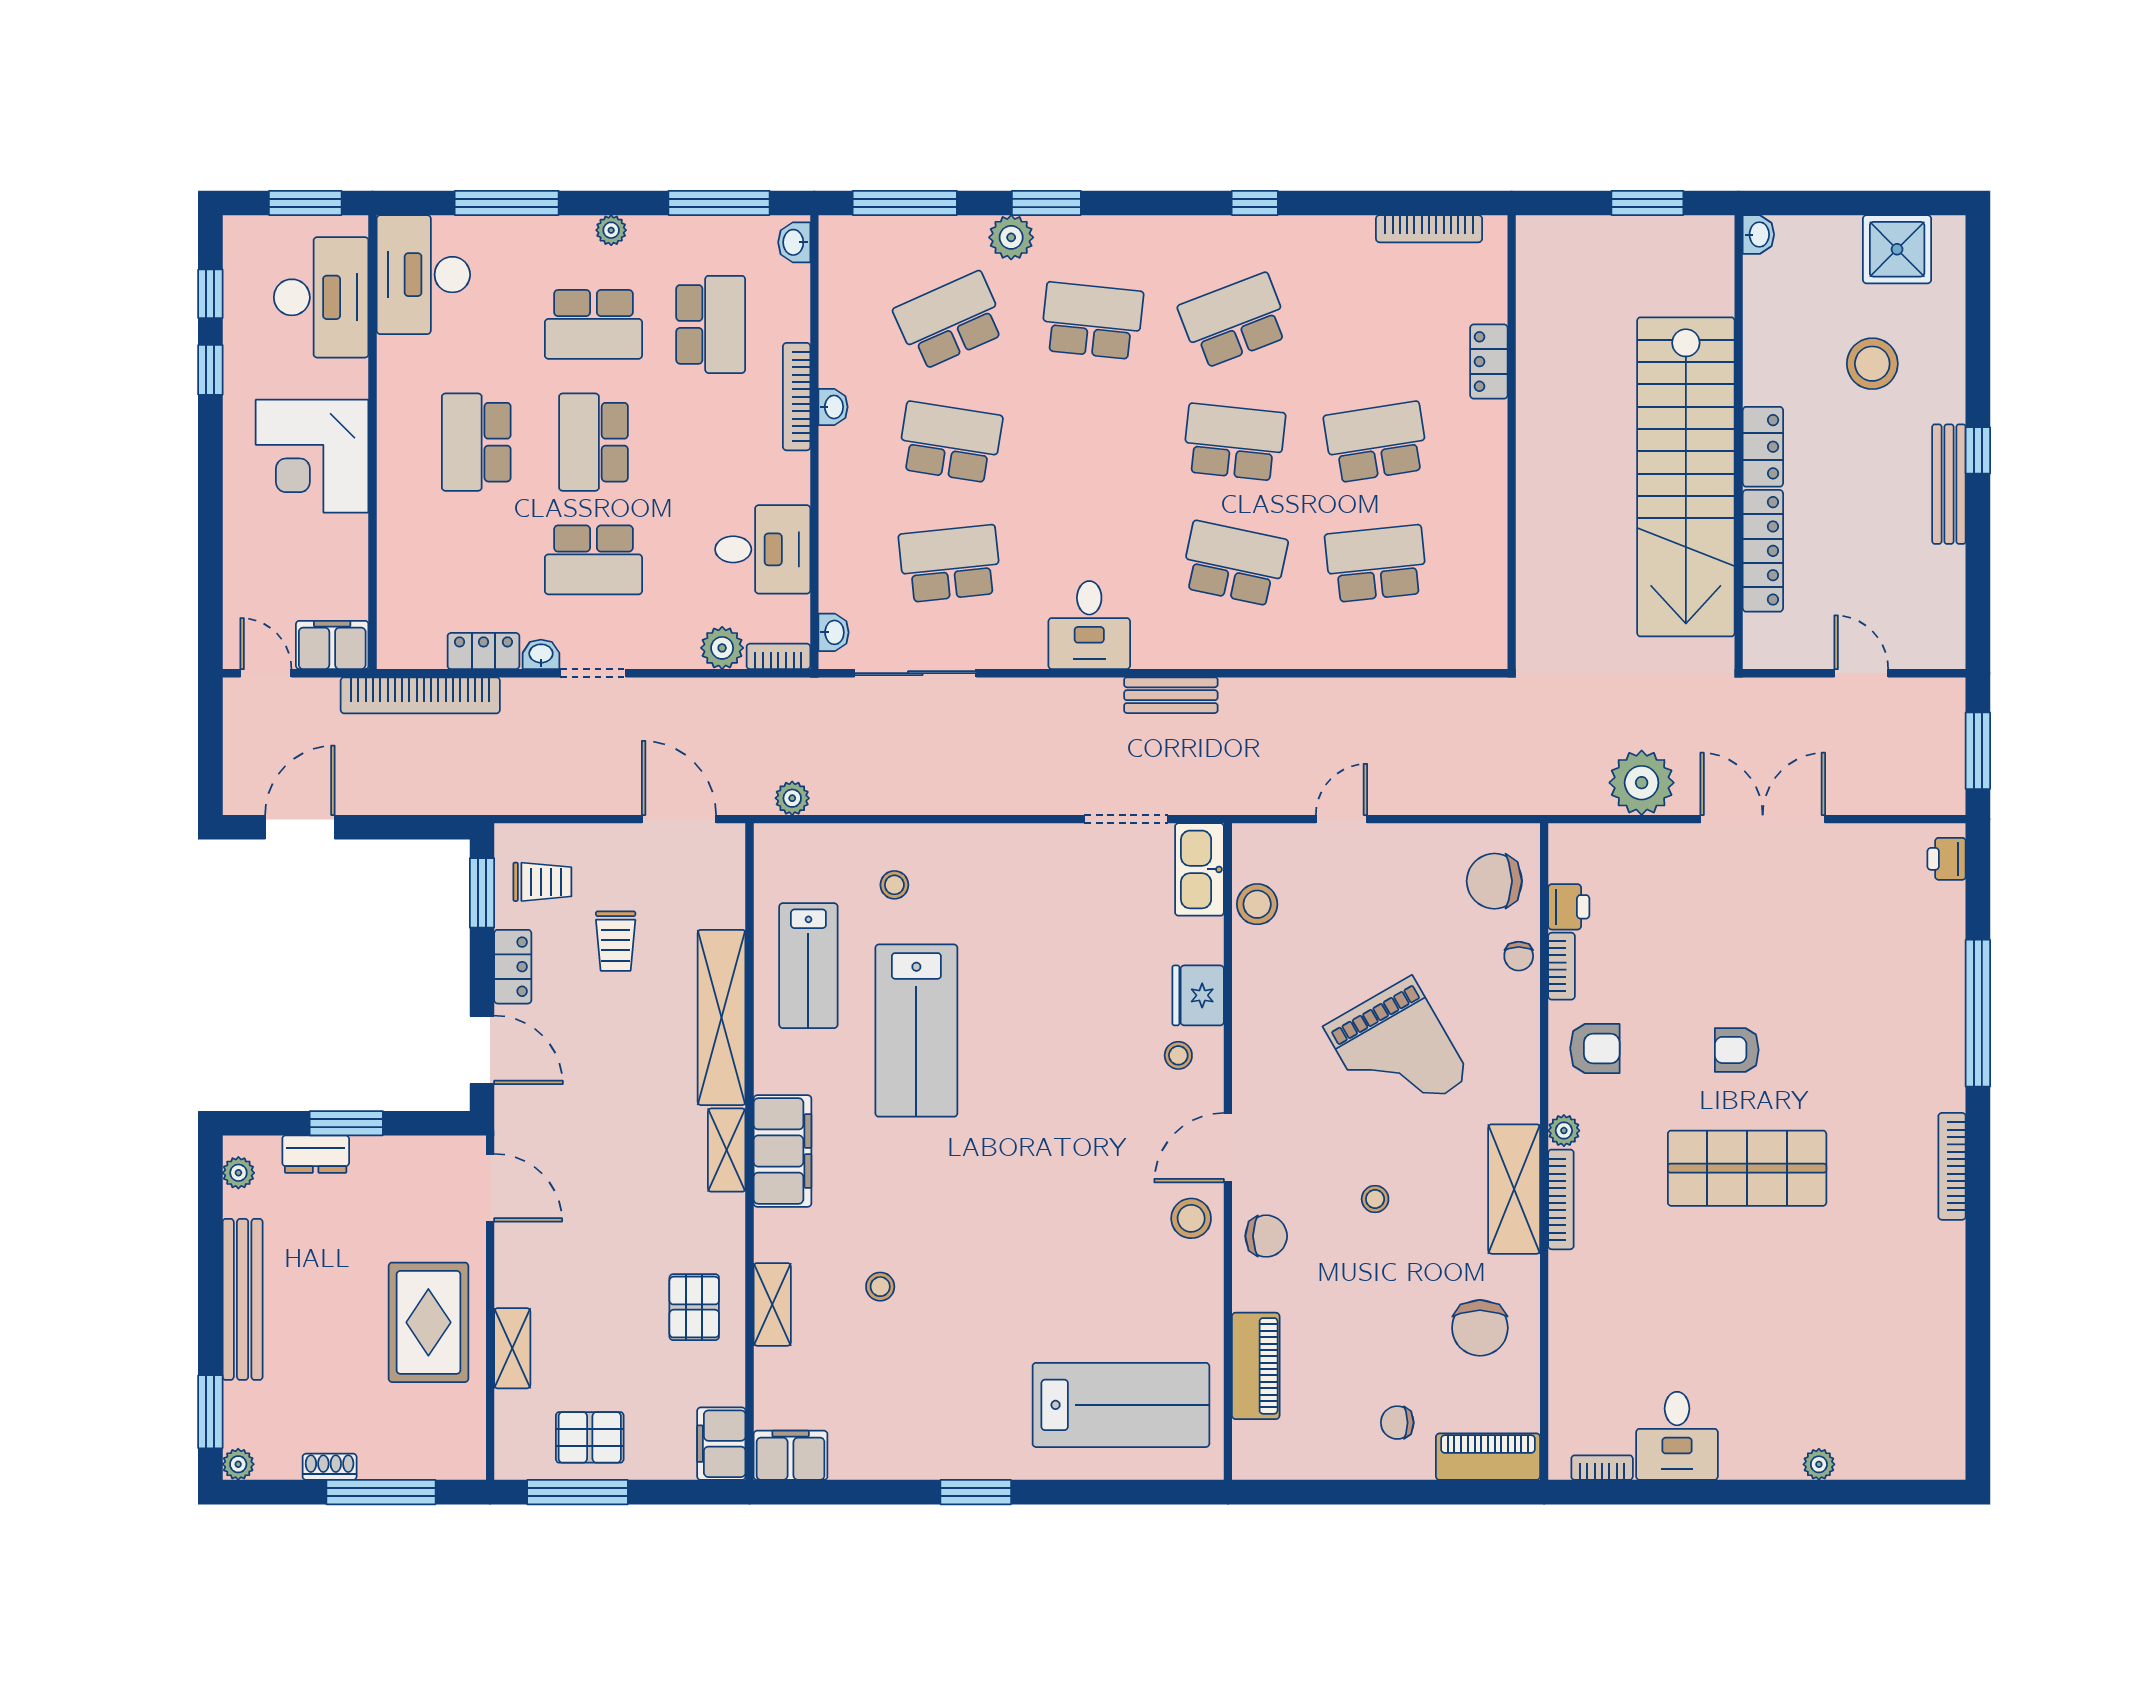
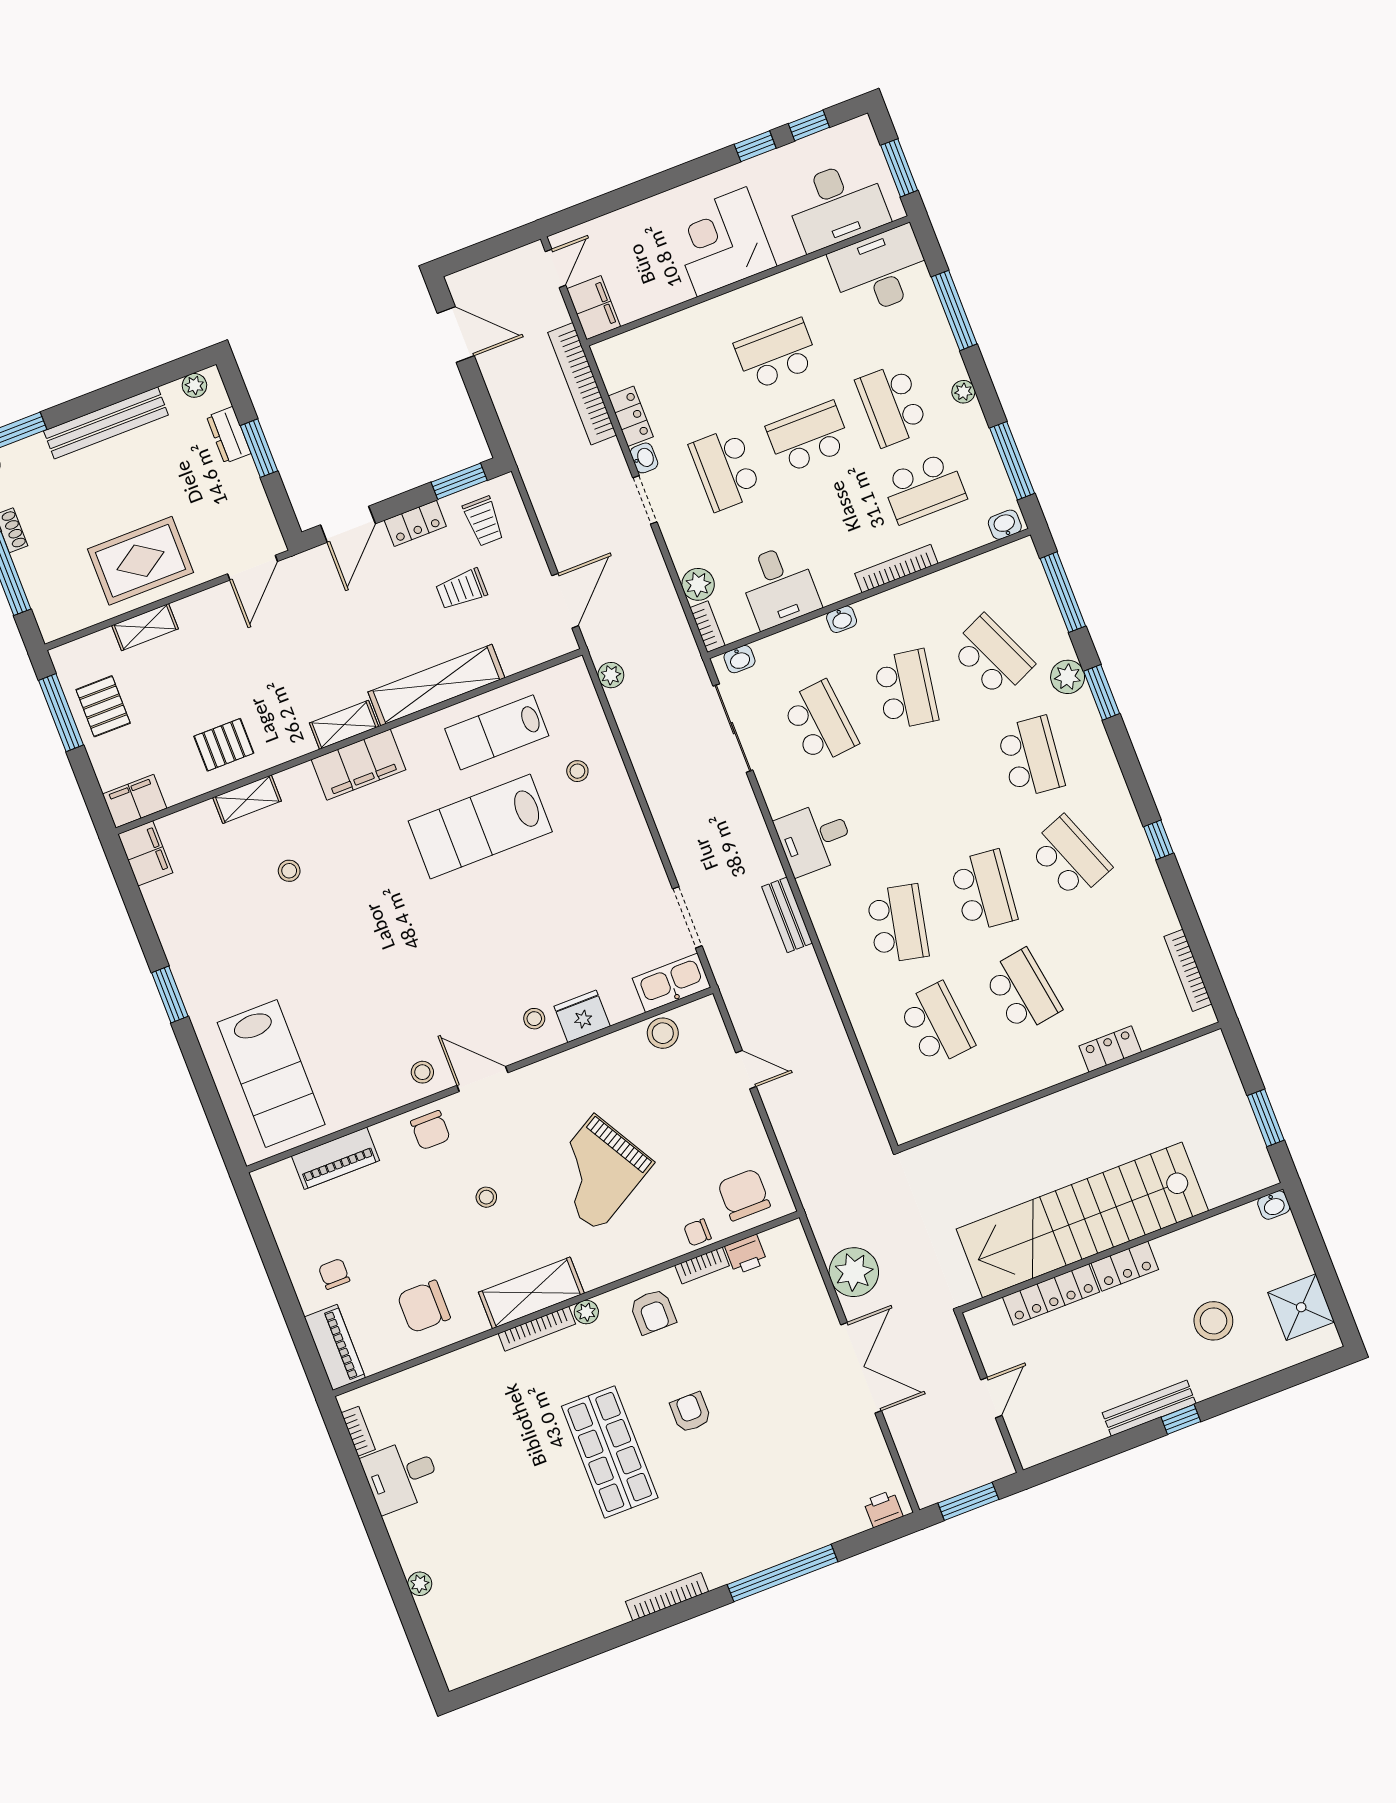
washbasin: (833, 407) -> (842, 619), moved
stool: (1191, 1218) -> (422, 1072), width x0.73, depth x0.73

